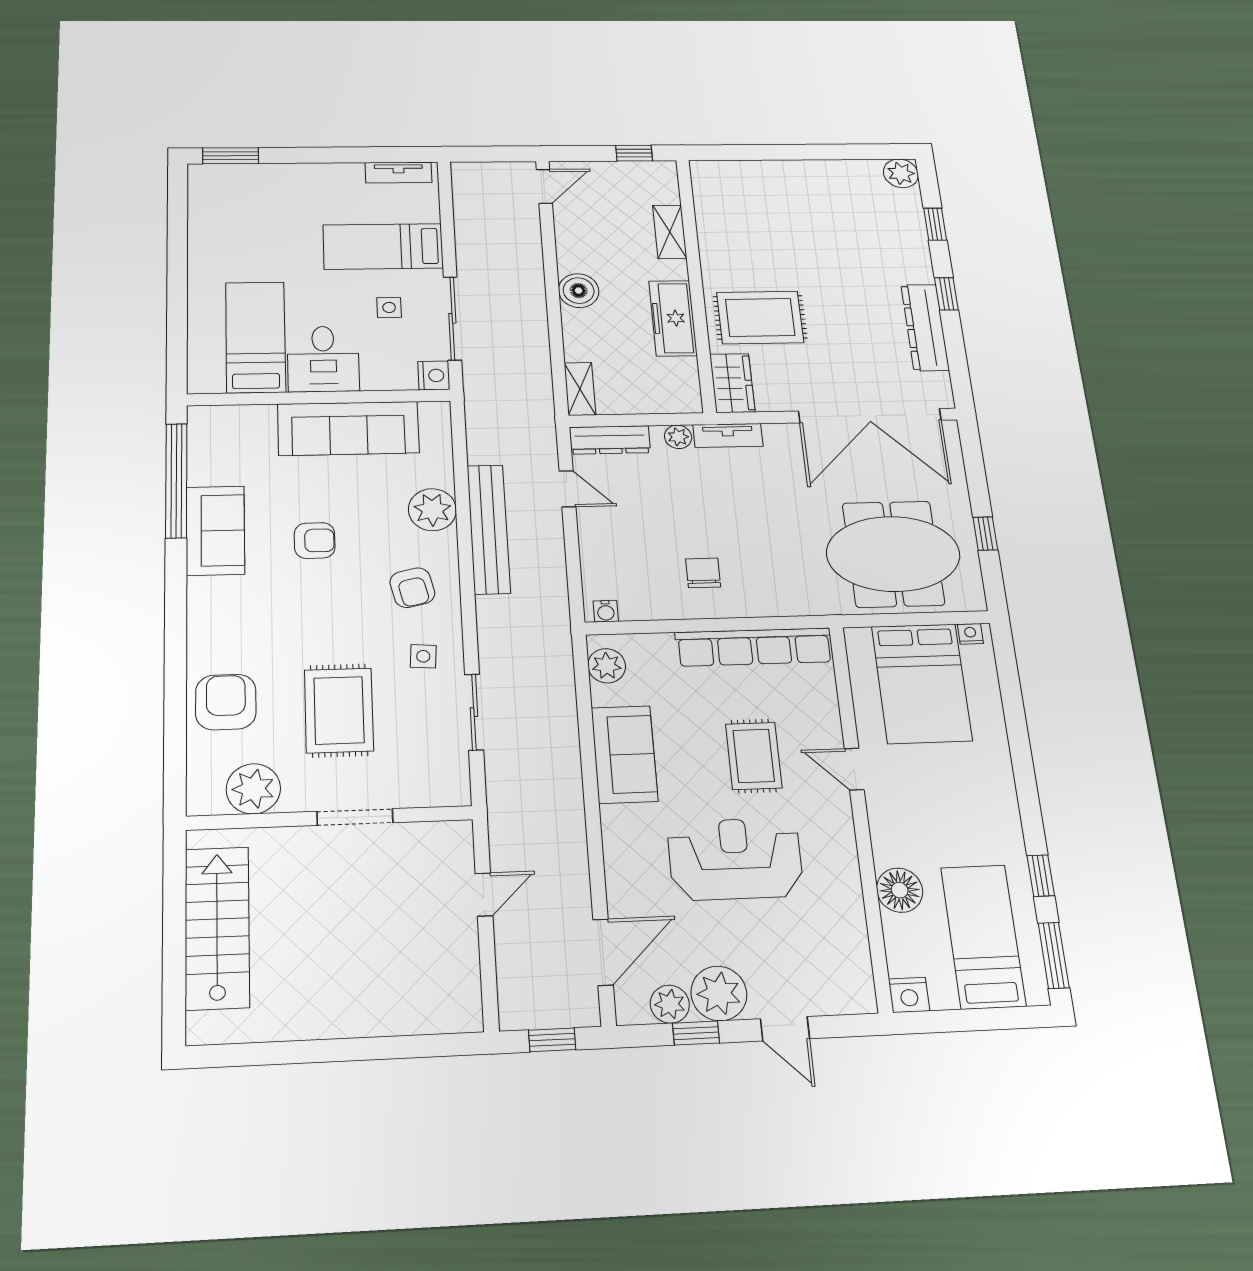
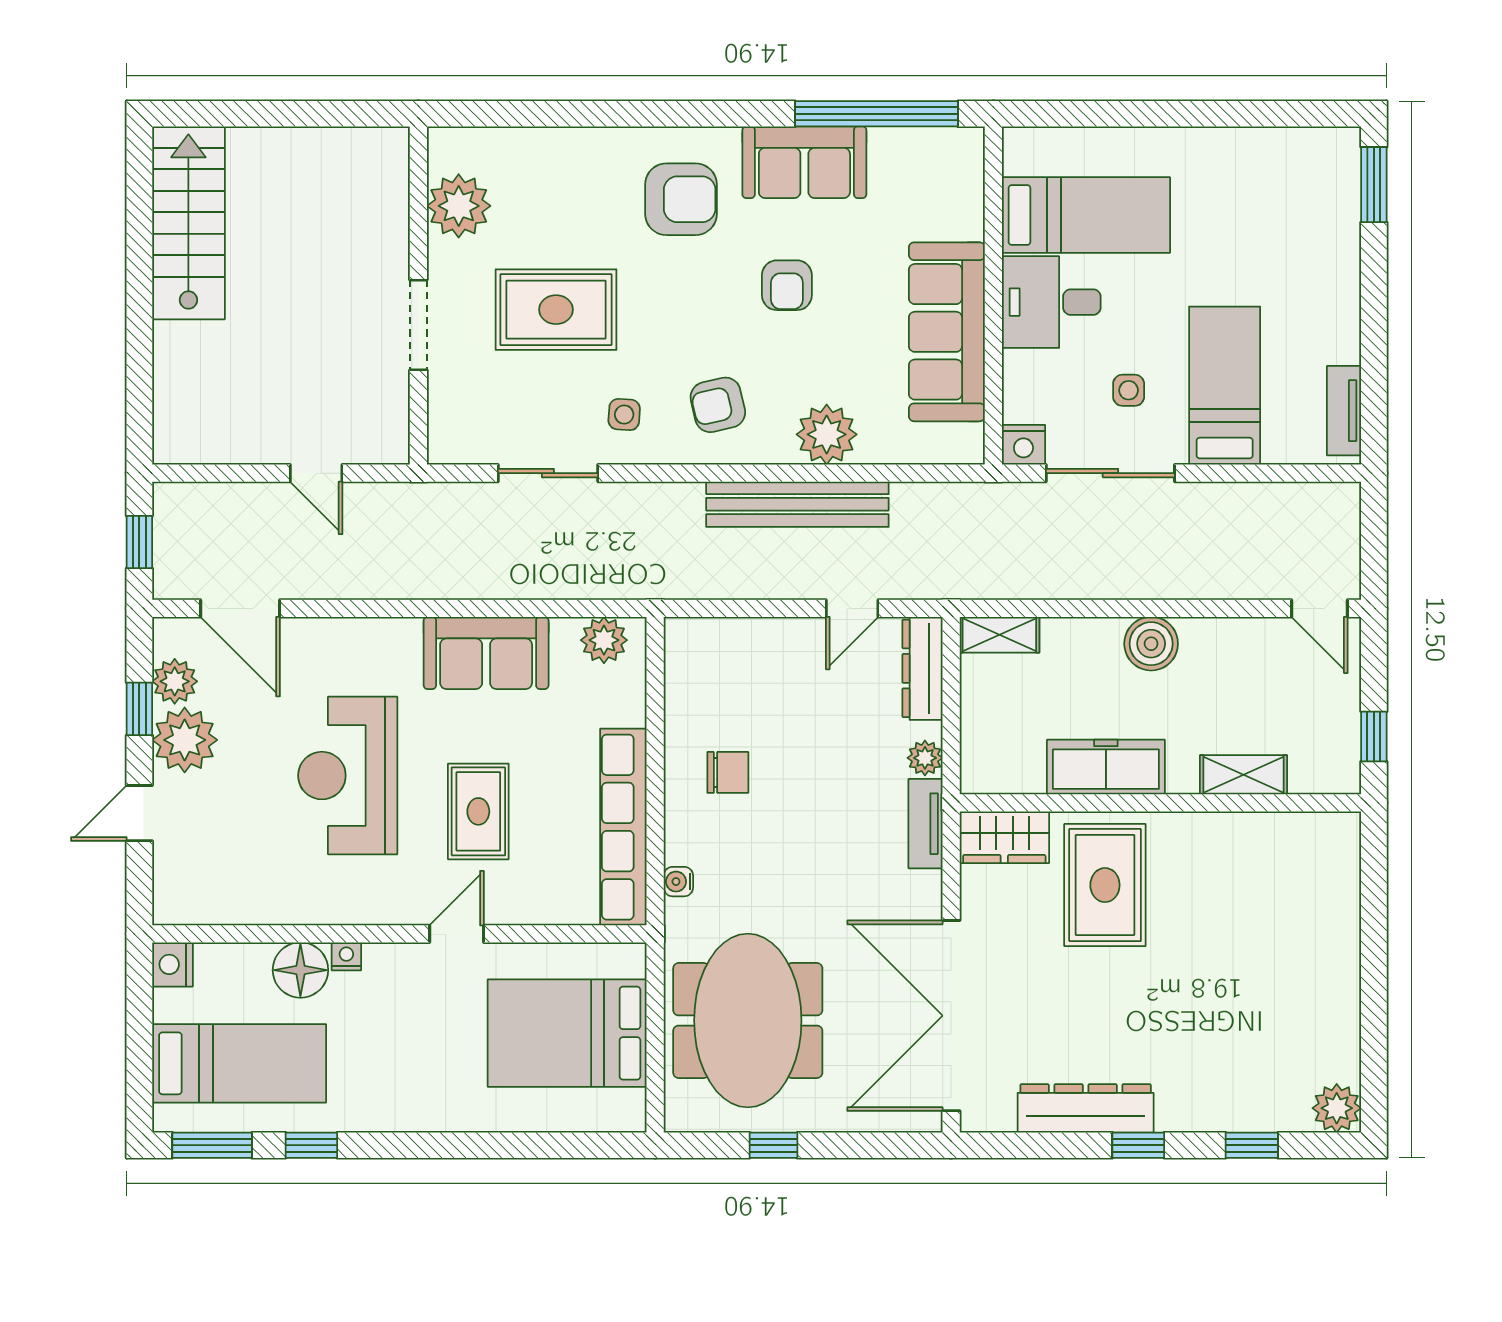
water cooler: (606, 611) -> (678, 882), moved
nightstand: (970, 634) -> (346, 956), moved, turned -90
armchair: (226, 702) -> (681, 199), moved
rug: (754, 756) -> (478, 811), turned 90
reception desk: (735, 859) -> (348, 776), turned 180
stairs: (217, 928) -> (188, 223), moved, turned -90

